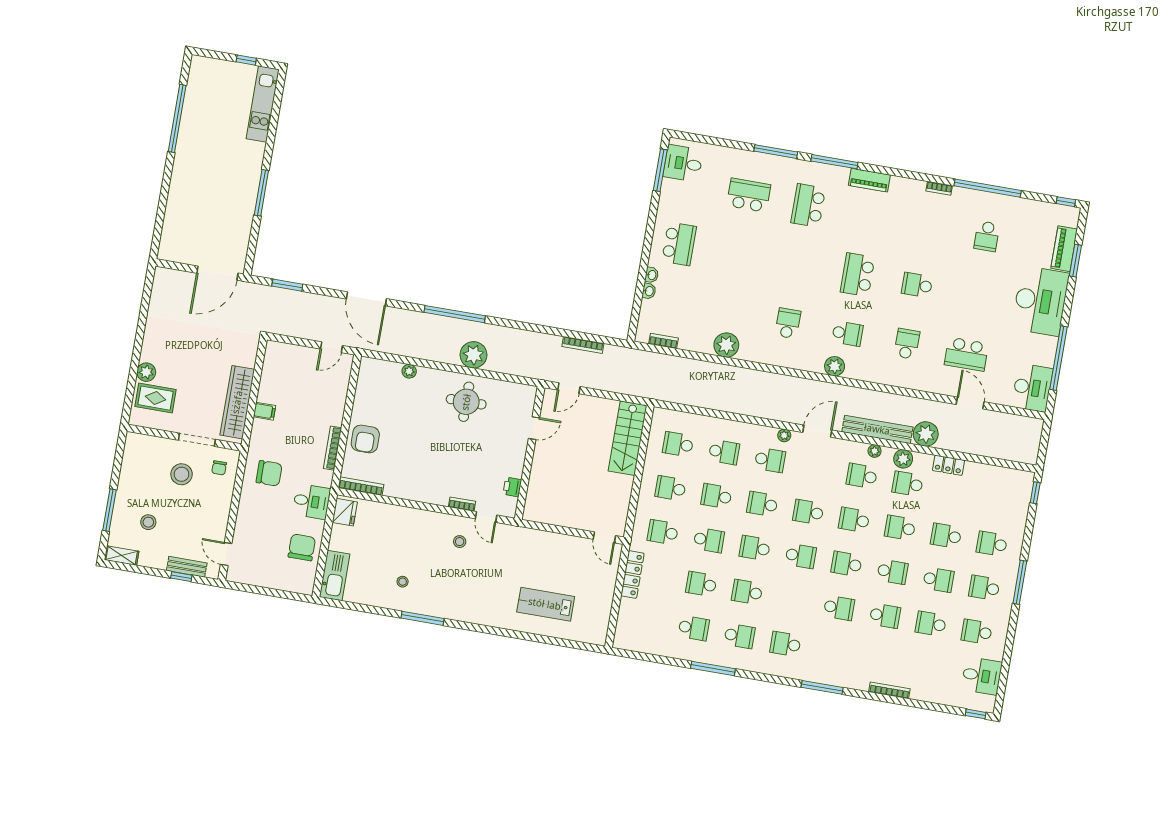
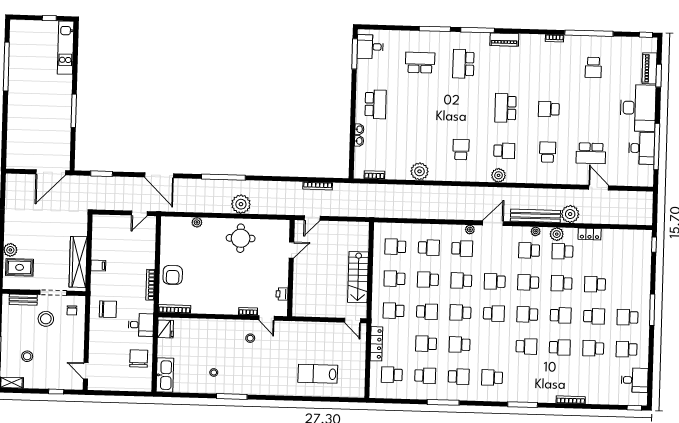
desk: (1032, 388) -> (642, 148), moved
stairs: (628, 438) -> (358, 277), moved
school desk: (992, 544) -> (392, 375), moved
bench: (187, 567) -> (23, 300), moved

